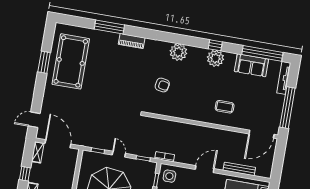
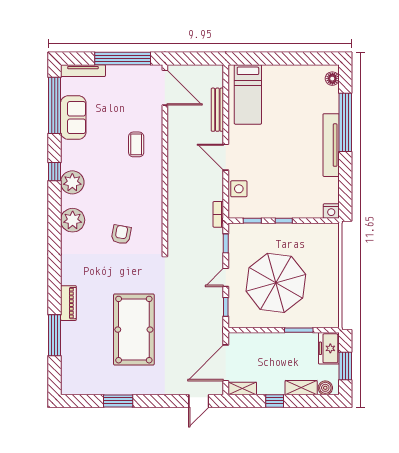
window: (109, 27) -> (55, 335), moved
piano: (132, 41) -> (68, 303), moved
plant: (215, 58) -> (72, 182), moved
pool table: (71, 61) -> (134, 330), moved, turned 90
door: (34, 120) -> (199, 401), hinge flipped
side table: (169, 176) -> (239, 189), moved

